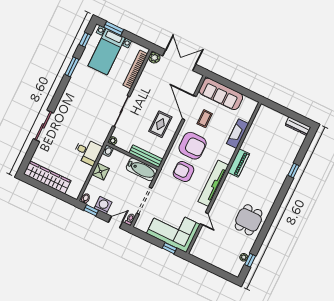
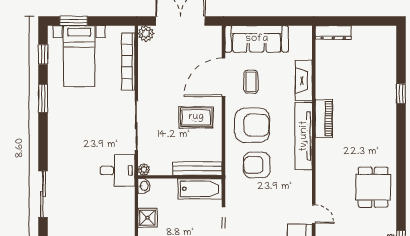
door: (189, 108) -> (224, 77), hinge flipped
rug: (160, 124) -> (196, 117), turned 90
dresser: (298, 126) -> (333, 33), moved
desk: (87, 152) -> (118, 170), moved
tv unit: (213, 183) -> (304, 136), moved

